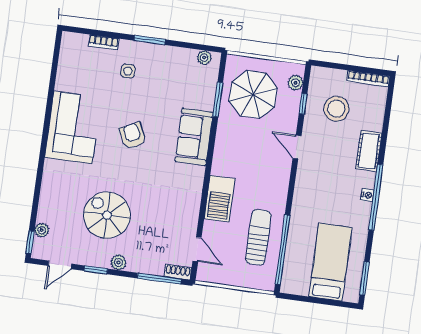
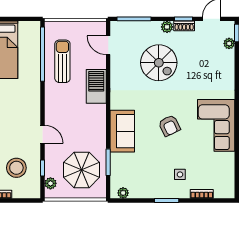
spiral stairs: (107, 215) -> (159, 63), moved
sun lounger: (258, 237) -> (62, 61), turned 180
shoe rack: (178, 272) -> (184, 26), moved

